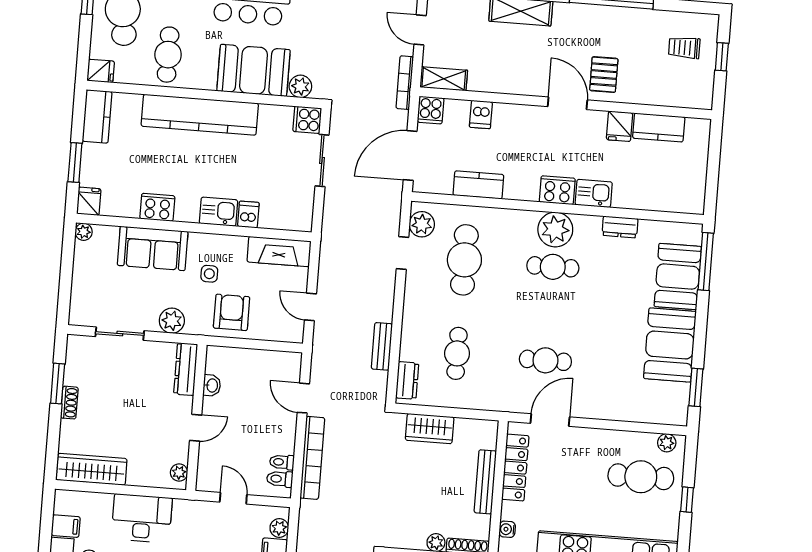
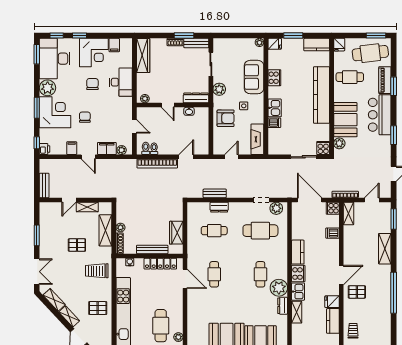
trolley: (684, 48) -> (353, 331), moved
kitchen counter: (478, 185) -> (298, 252), moved
shelving: (635, 199) -> (297, 312), added
plant: (555, 230) -> (279, 288), moved
bench: (75, 360) -> (196, 43), added
dresser: (407, 380) -> (219, 207), moved
wardrobe: (430, 429) -> (176, 233), moved
door: (233, 498) -> (134, 126), hinge flipped

